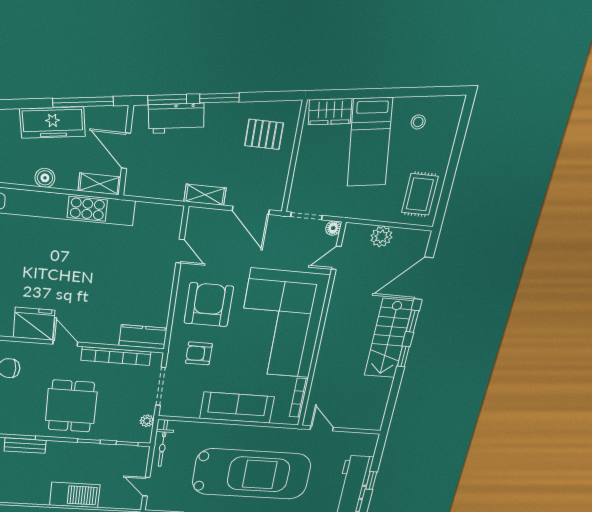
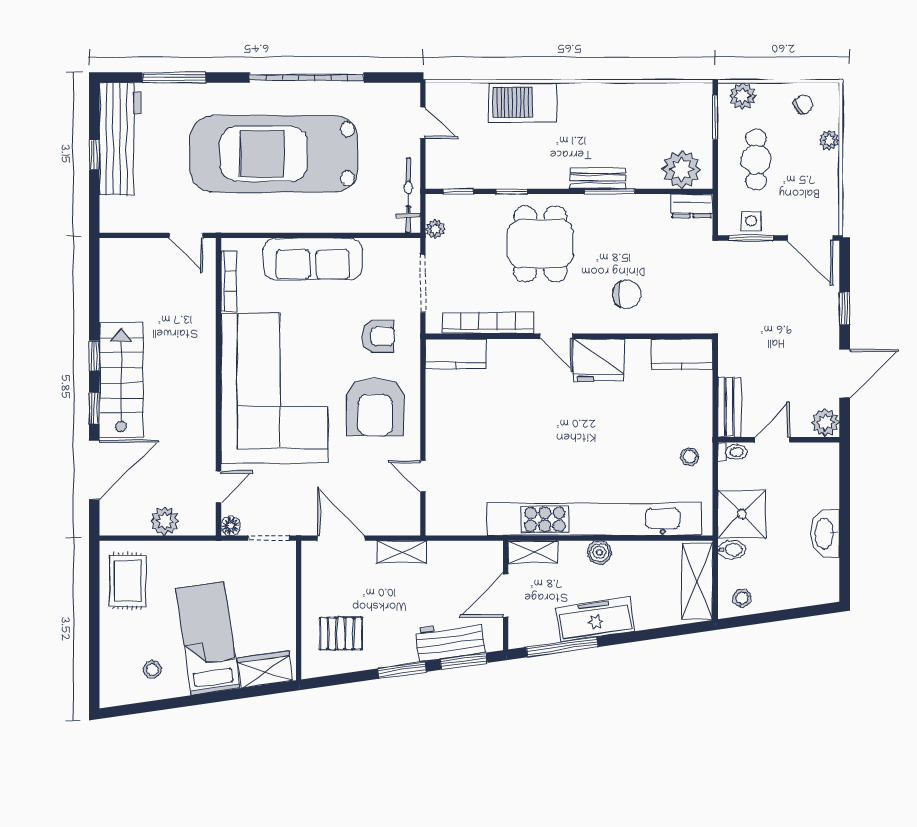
door: (126, 151) -> (506, 596), swing flipped

